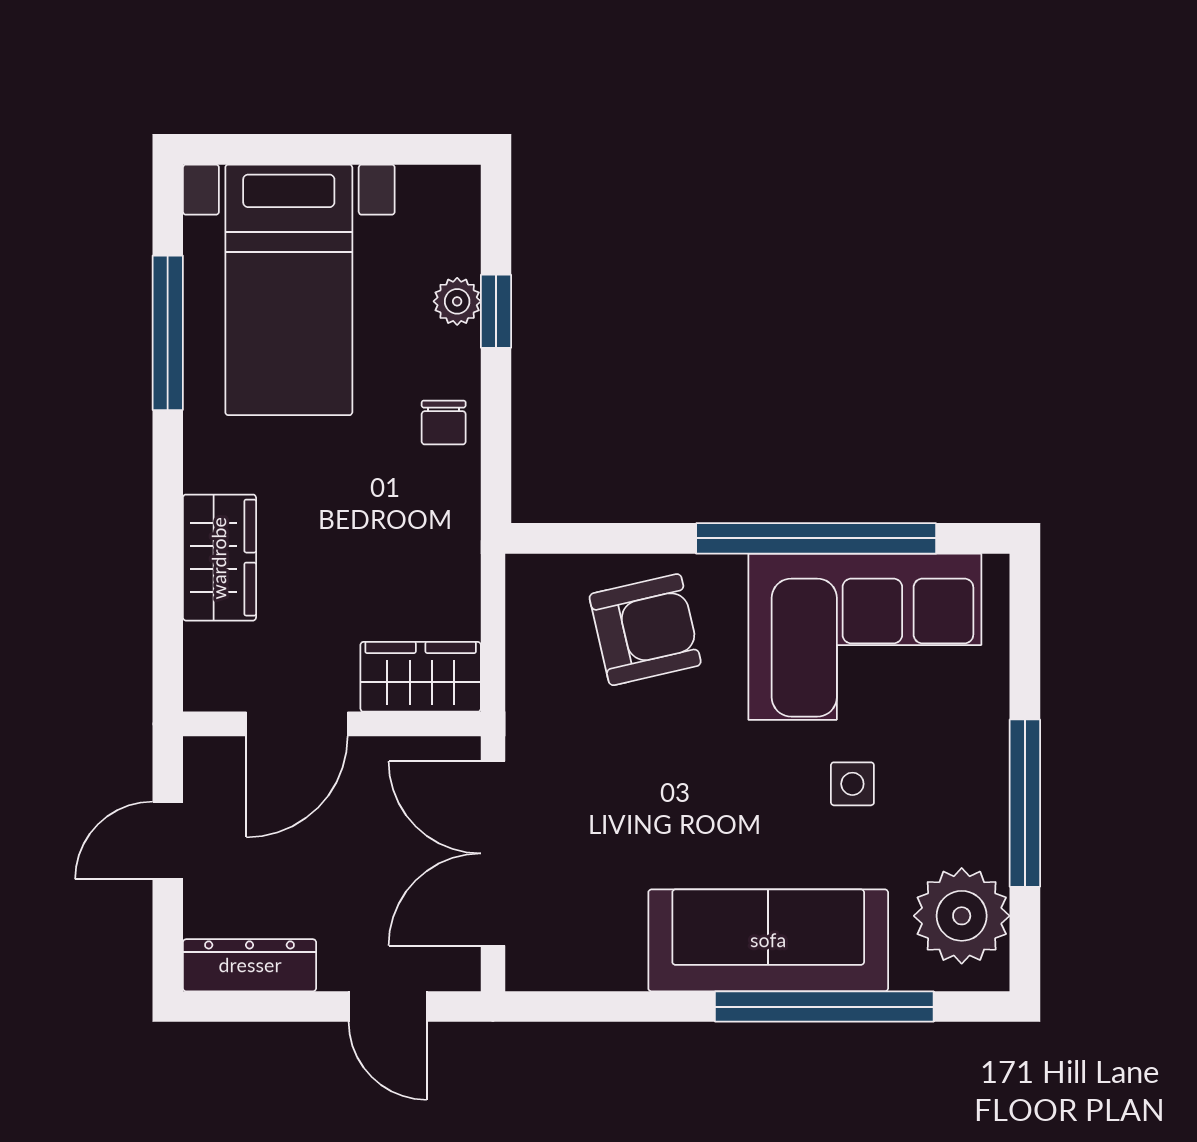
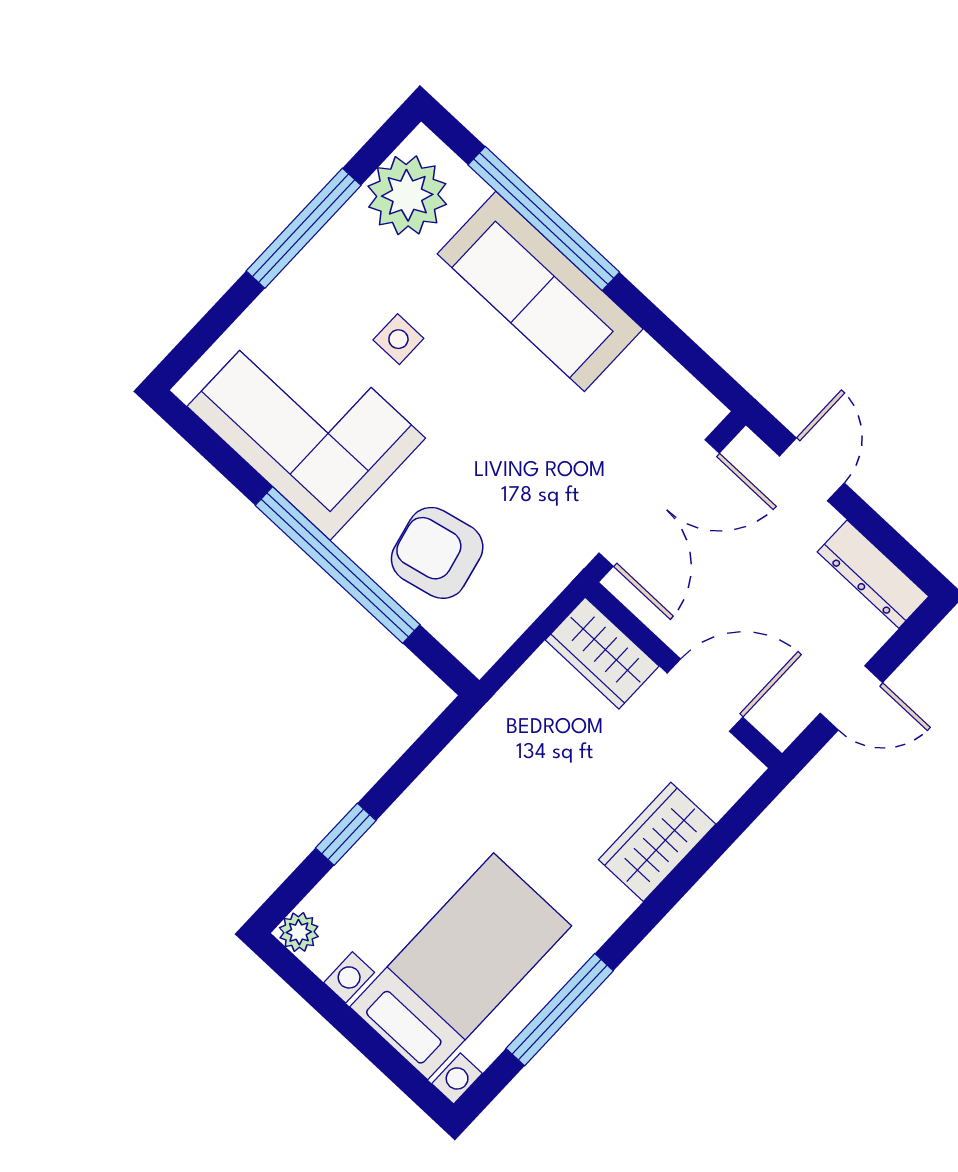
plant: (457, 301) -> (299, 932), moved
chair: (444, 423) -> (442, 796), removed
window: (816, 538) -> (338, 565), moved

